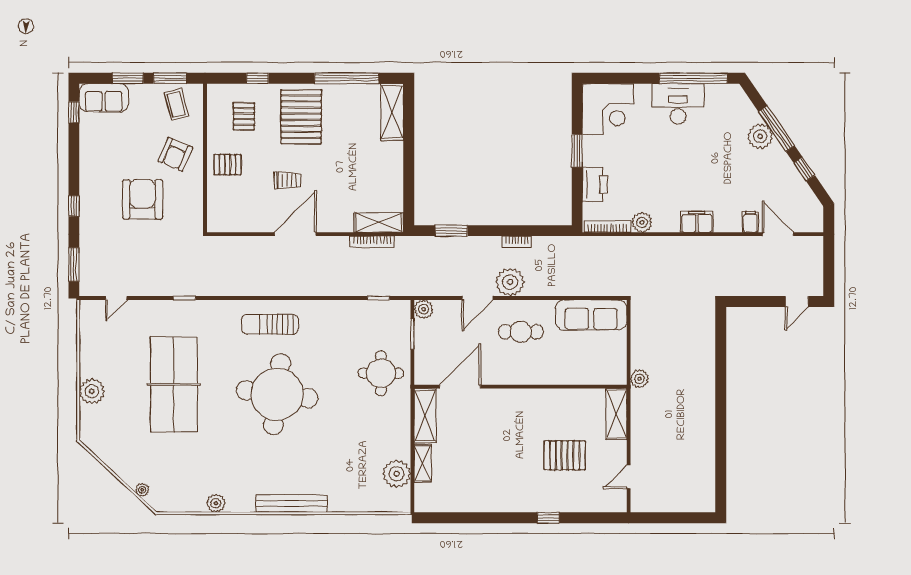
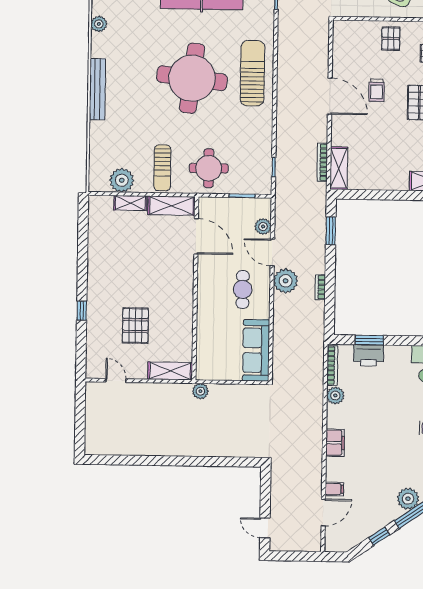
window: (577, 151) -> (369, 340), moved
plant: (424, 309) -> (263, 226), moved
sun lounger: (270, 324) -> (252, 73), width x1.36, depth x1.34
sun lounger: (381, 427) -> (162, 168), added

